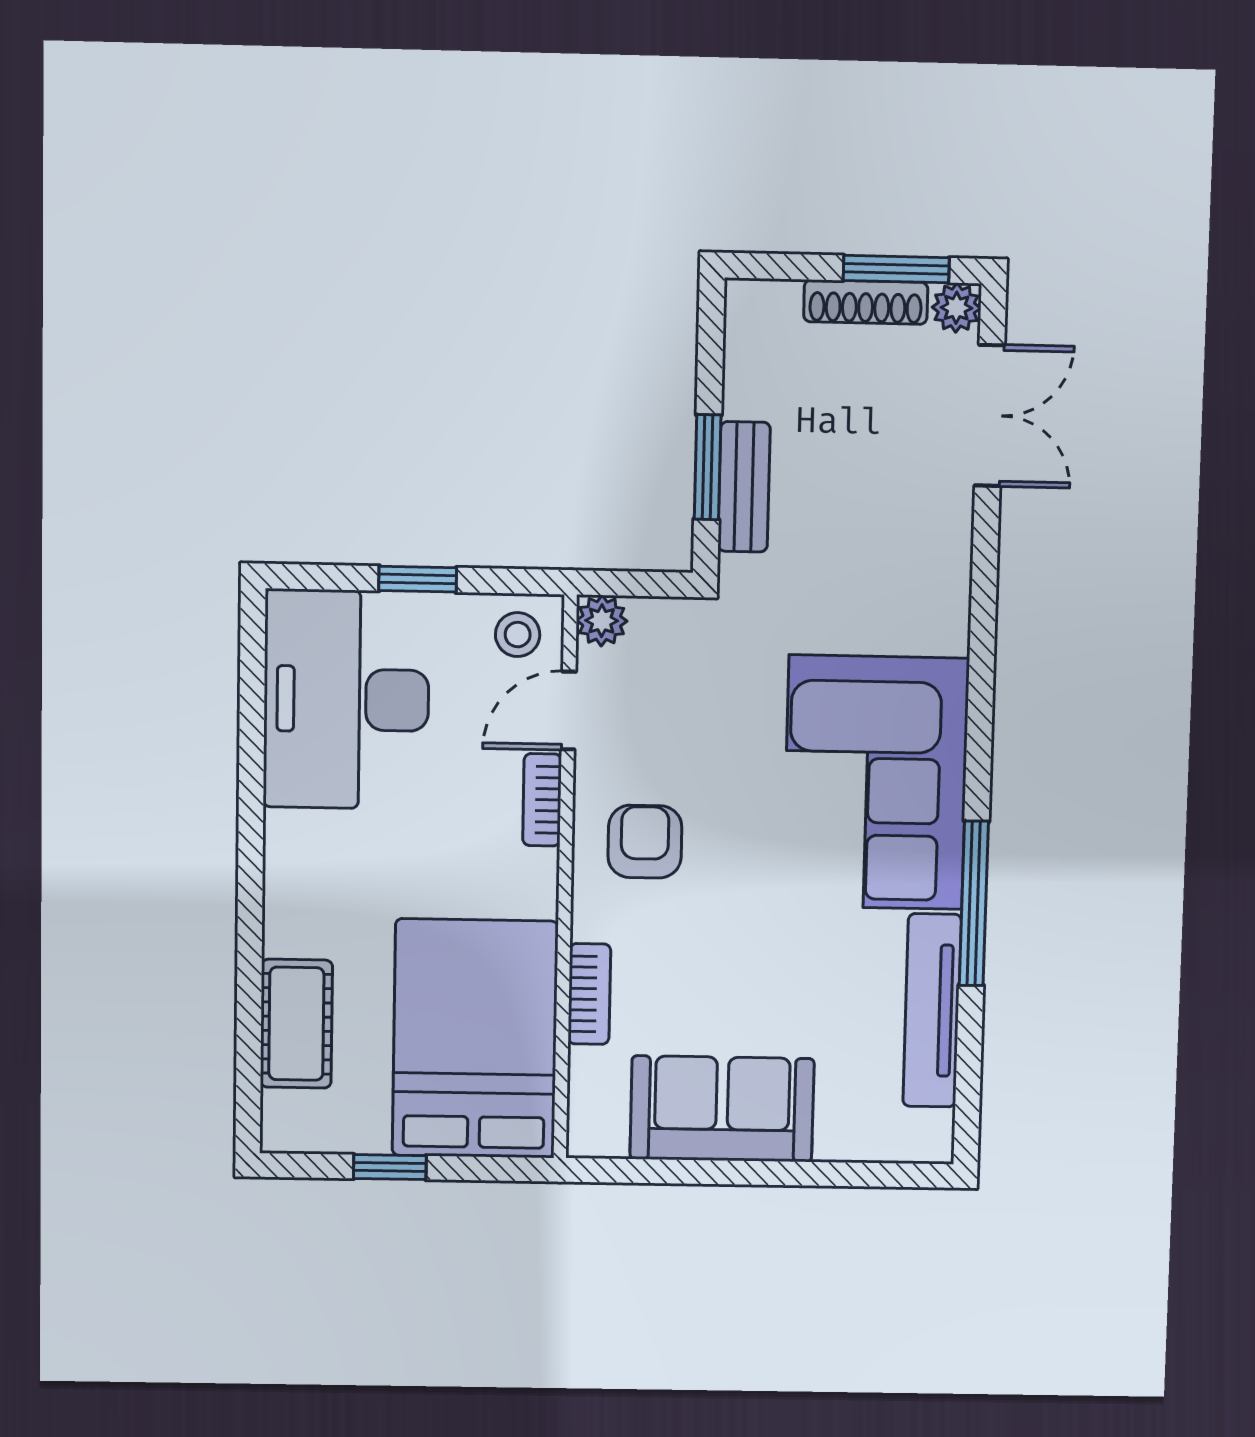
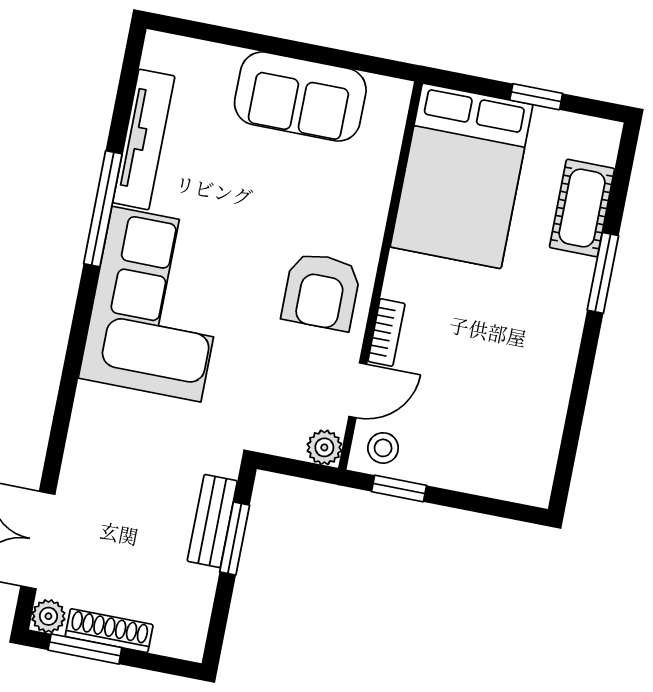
window: (418, 579) -> (399, 488), moved
desk: (346, 699) -> (507, 424), removed
armchair: (645, 842) -> (321, 291), width x1.38, depth x1.38
window: (250, 938) -> (603, 273), added
bookcase: (589, 994) -> (378, 193), removed

